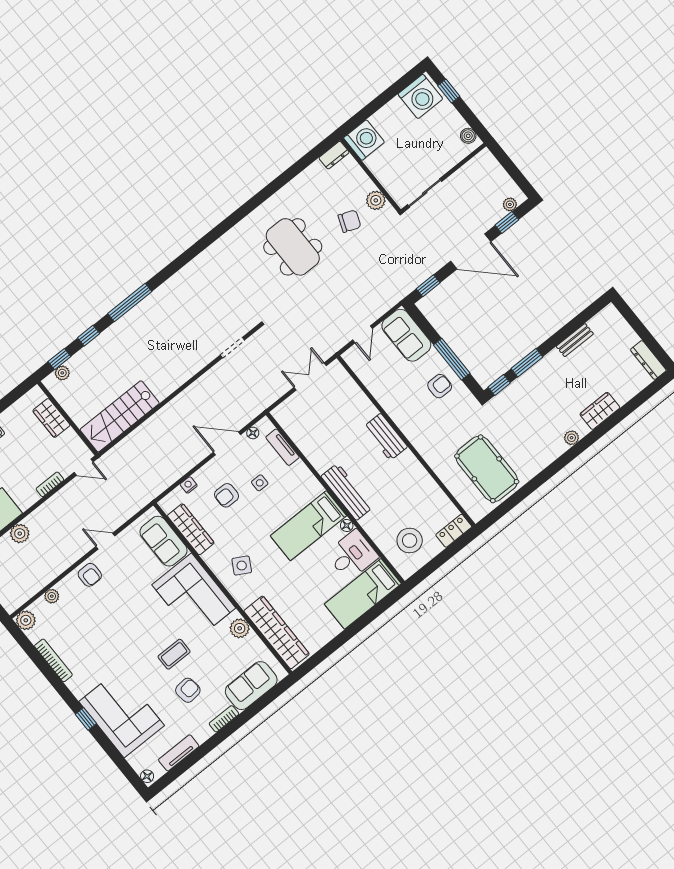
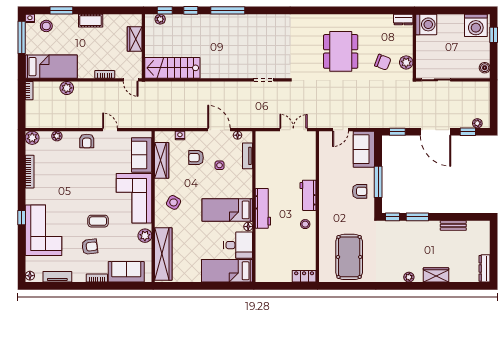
stool: (410, 541) -> (305, 224), moved, width x0.53, depth x0.53

